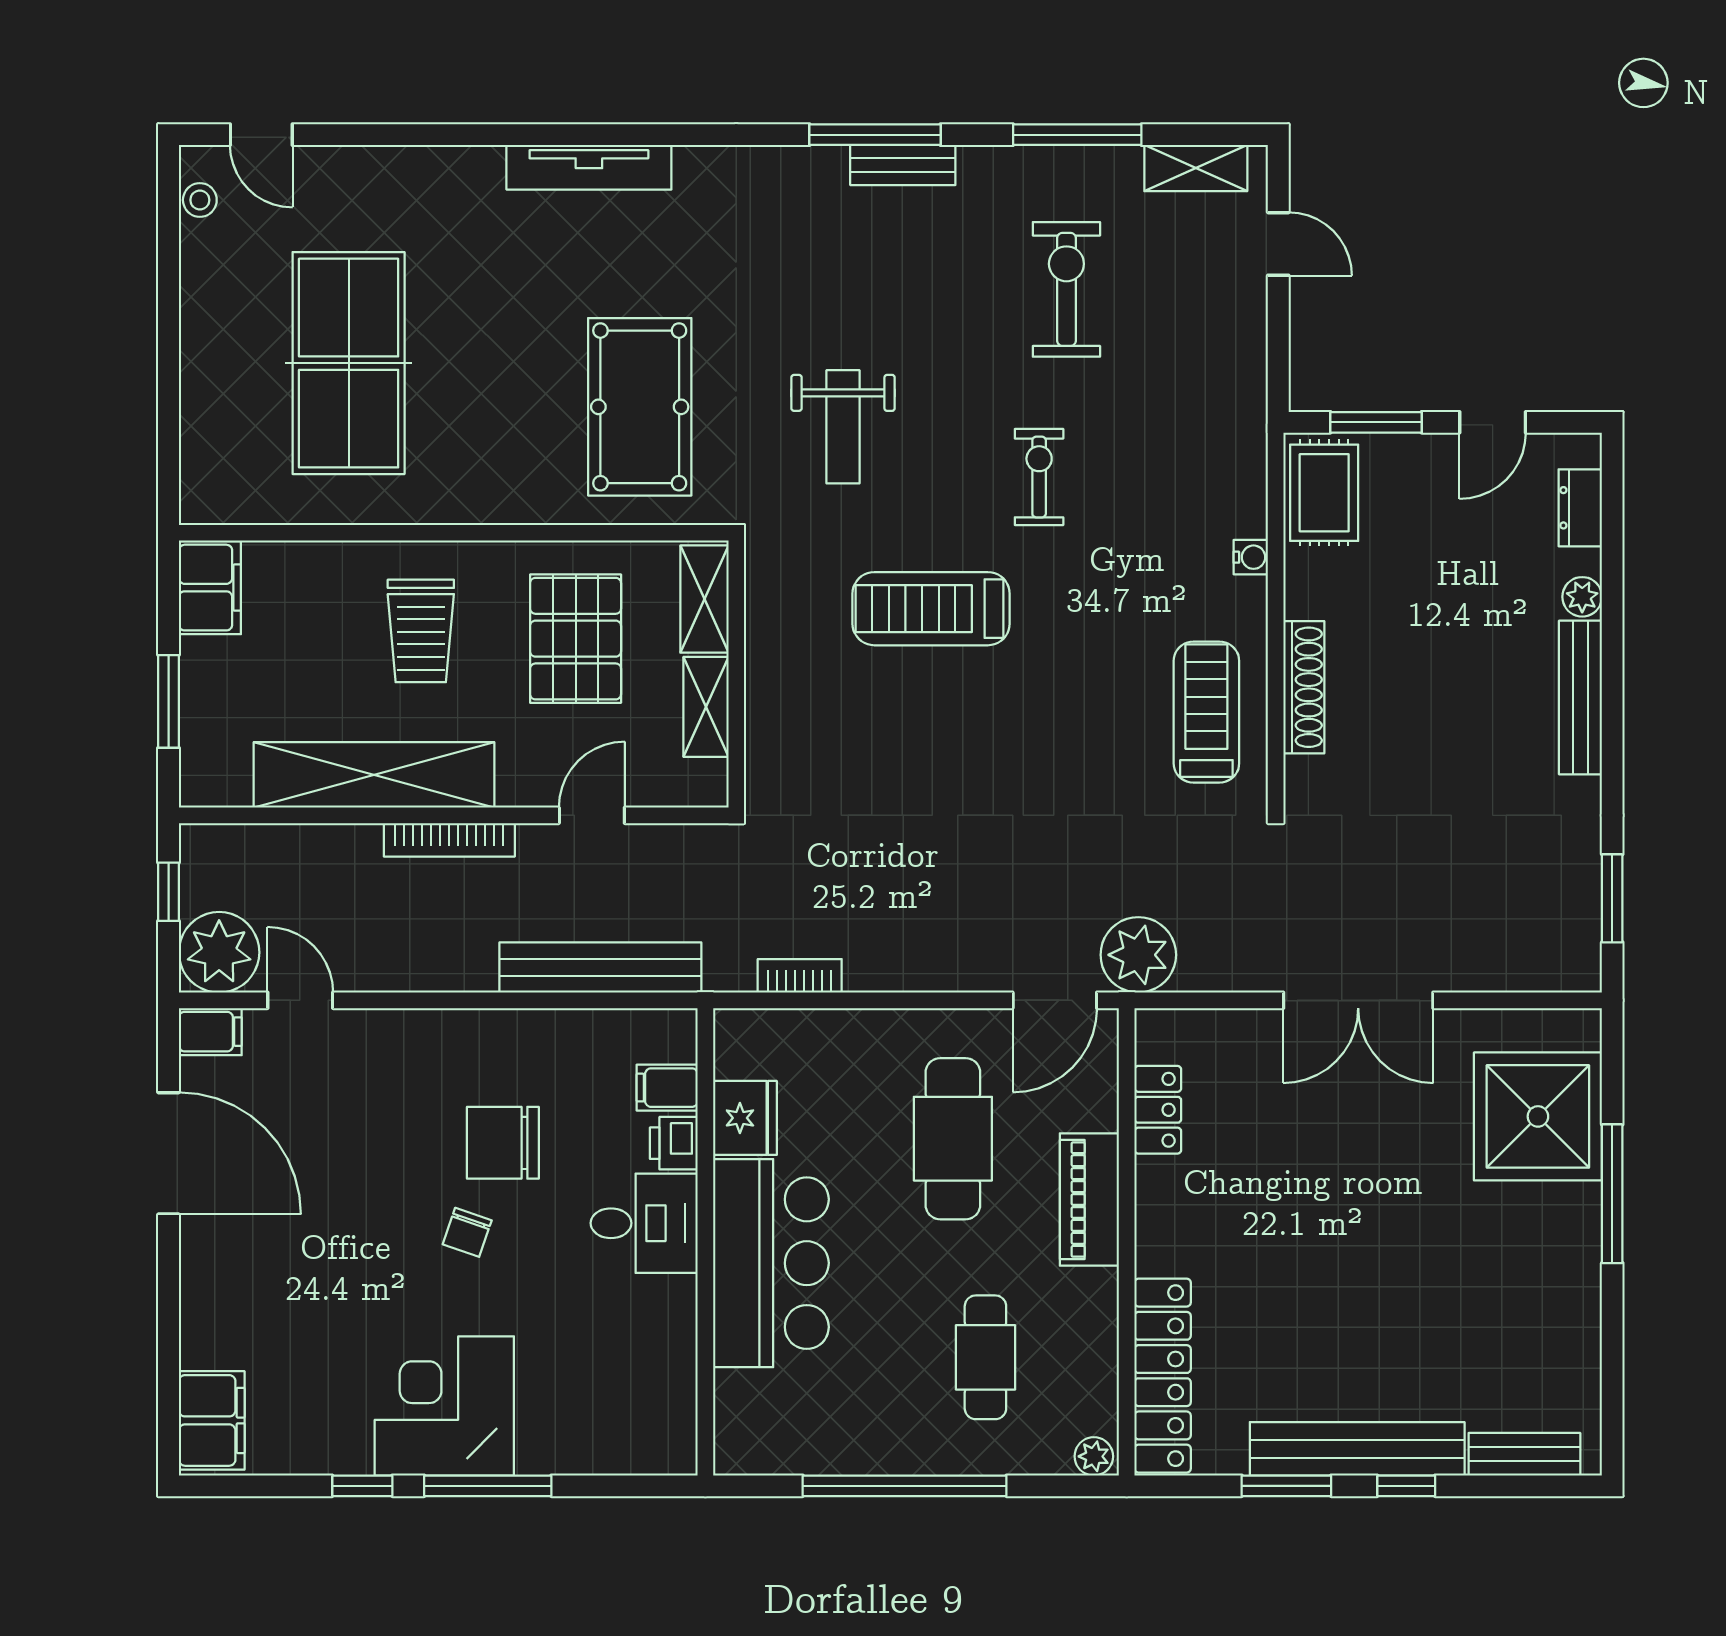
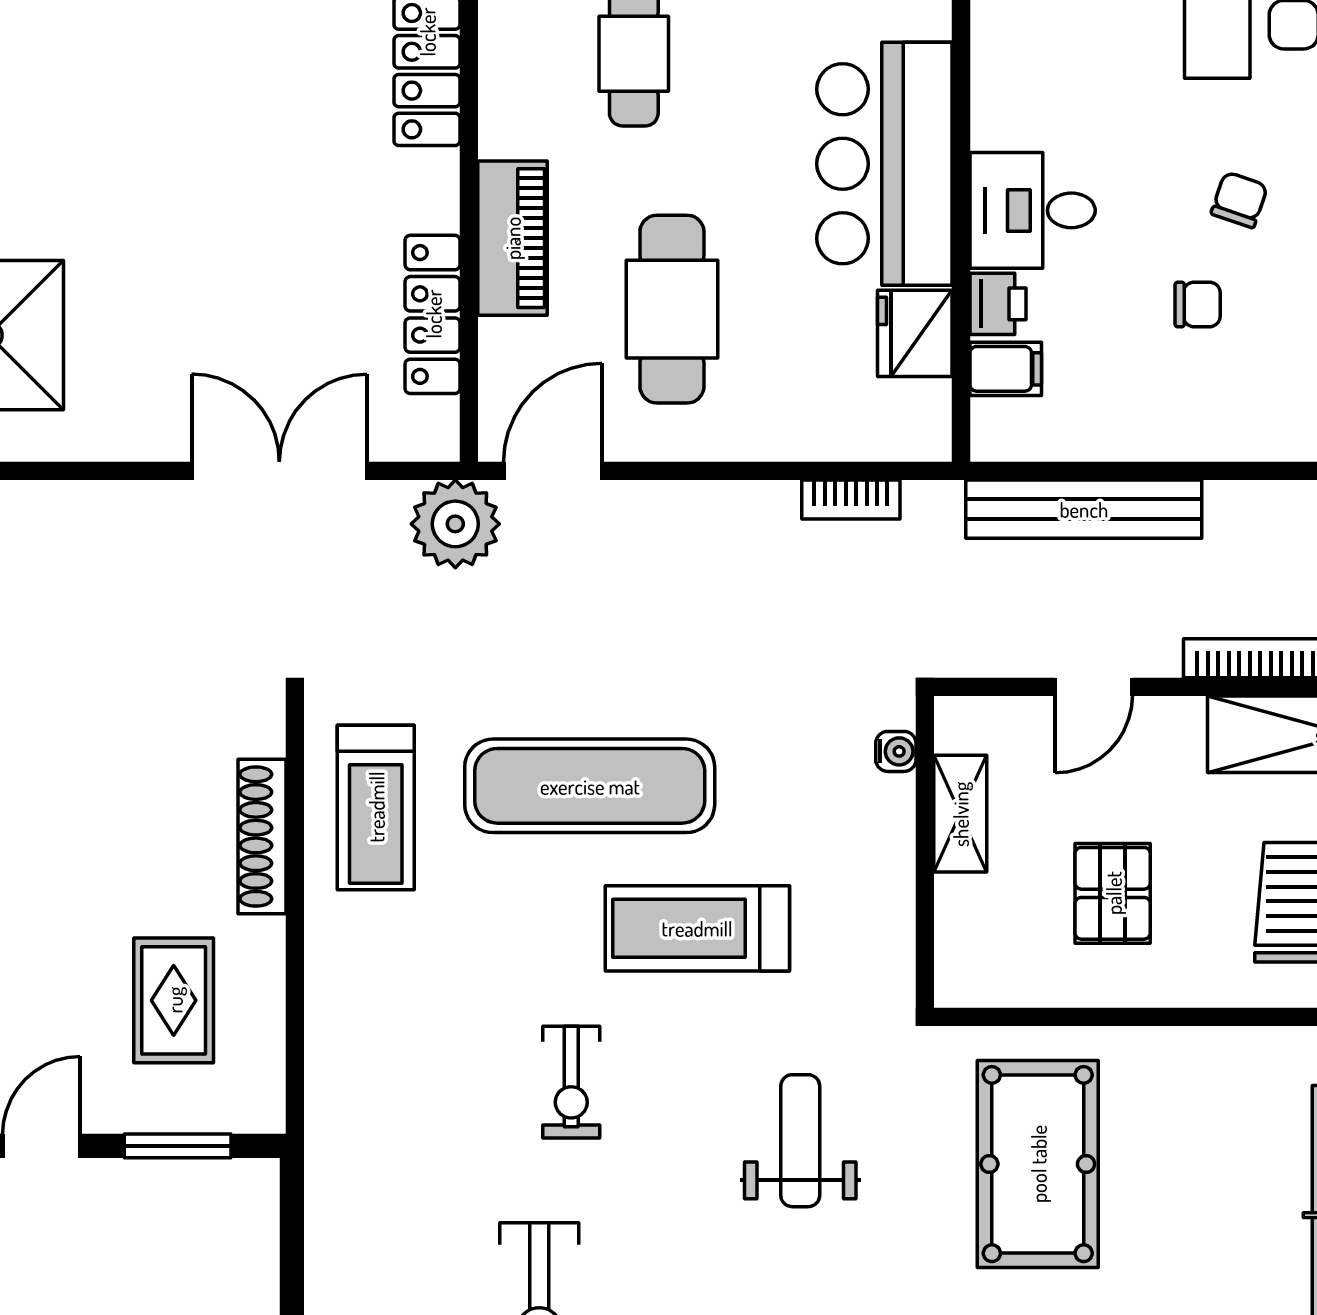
rug: (1324, 493) -> (174, 1000), moved
water cooler: (1251, 557) -> (896, 751), moved, turned 180
shelving: (704, 599) -> (962, 940), removed
treadmill: (931, 609) -> (697, 928), turned 180
pallet: (576, 639) -> (1113, 893), width x0.67, depth x0.71
exercise mat: (1023, 731) -> (590, 786), added
double door: (1358, 1000) -> (279, 471), moved
locker: (1158, 1110) -> (433, 314), width x1.53
chair: (503, 1143) -> (1198, 304), width x0.54, depth x0.54

